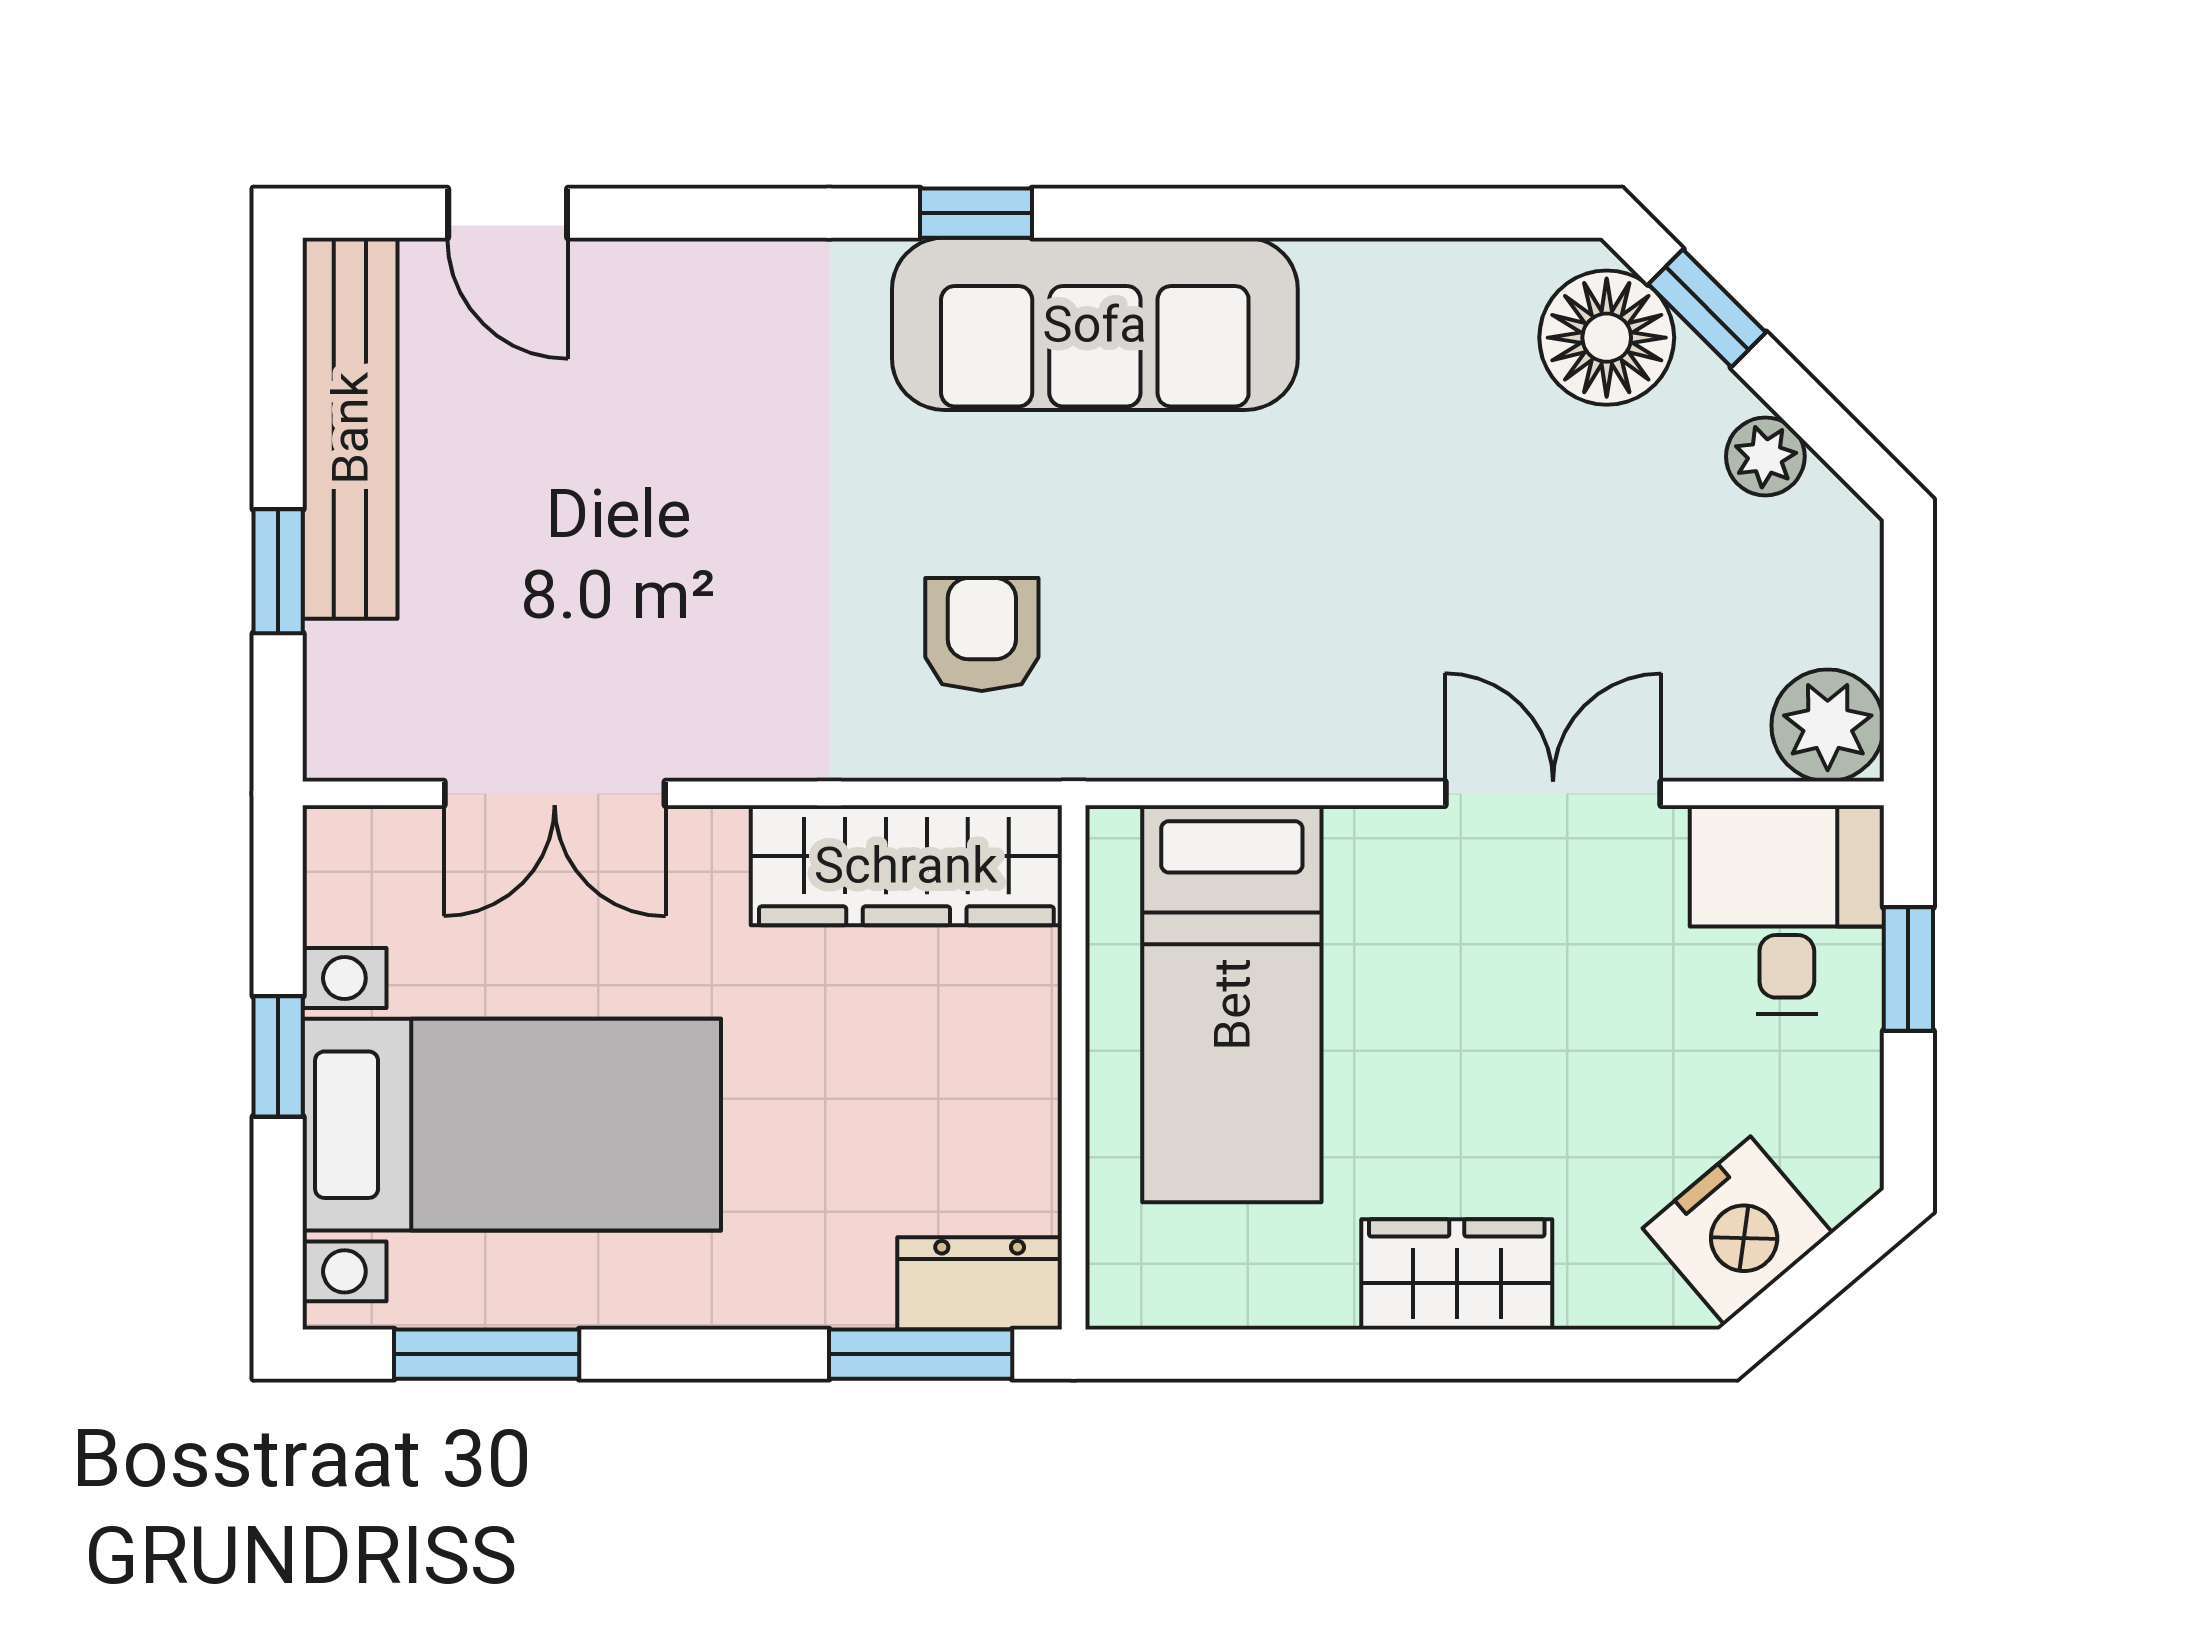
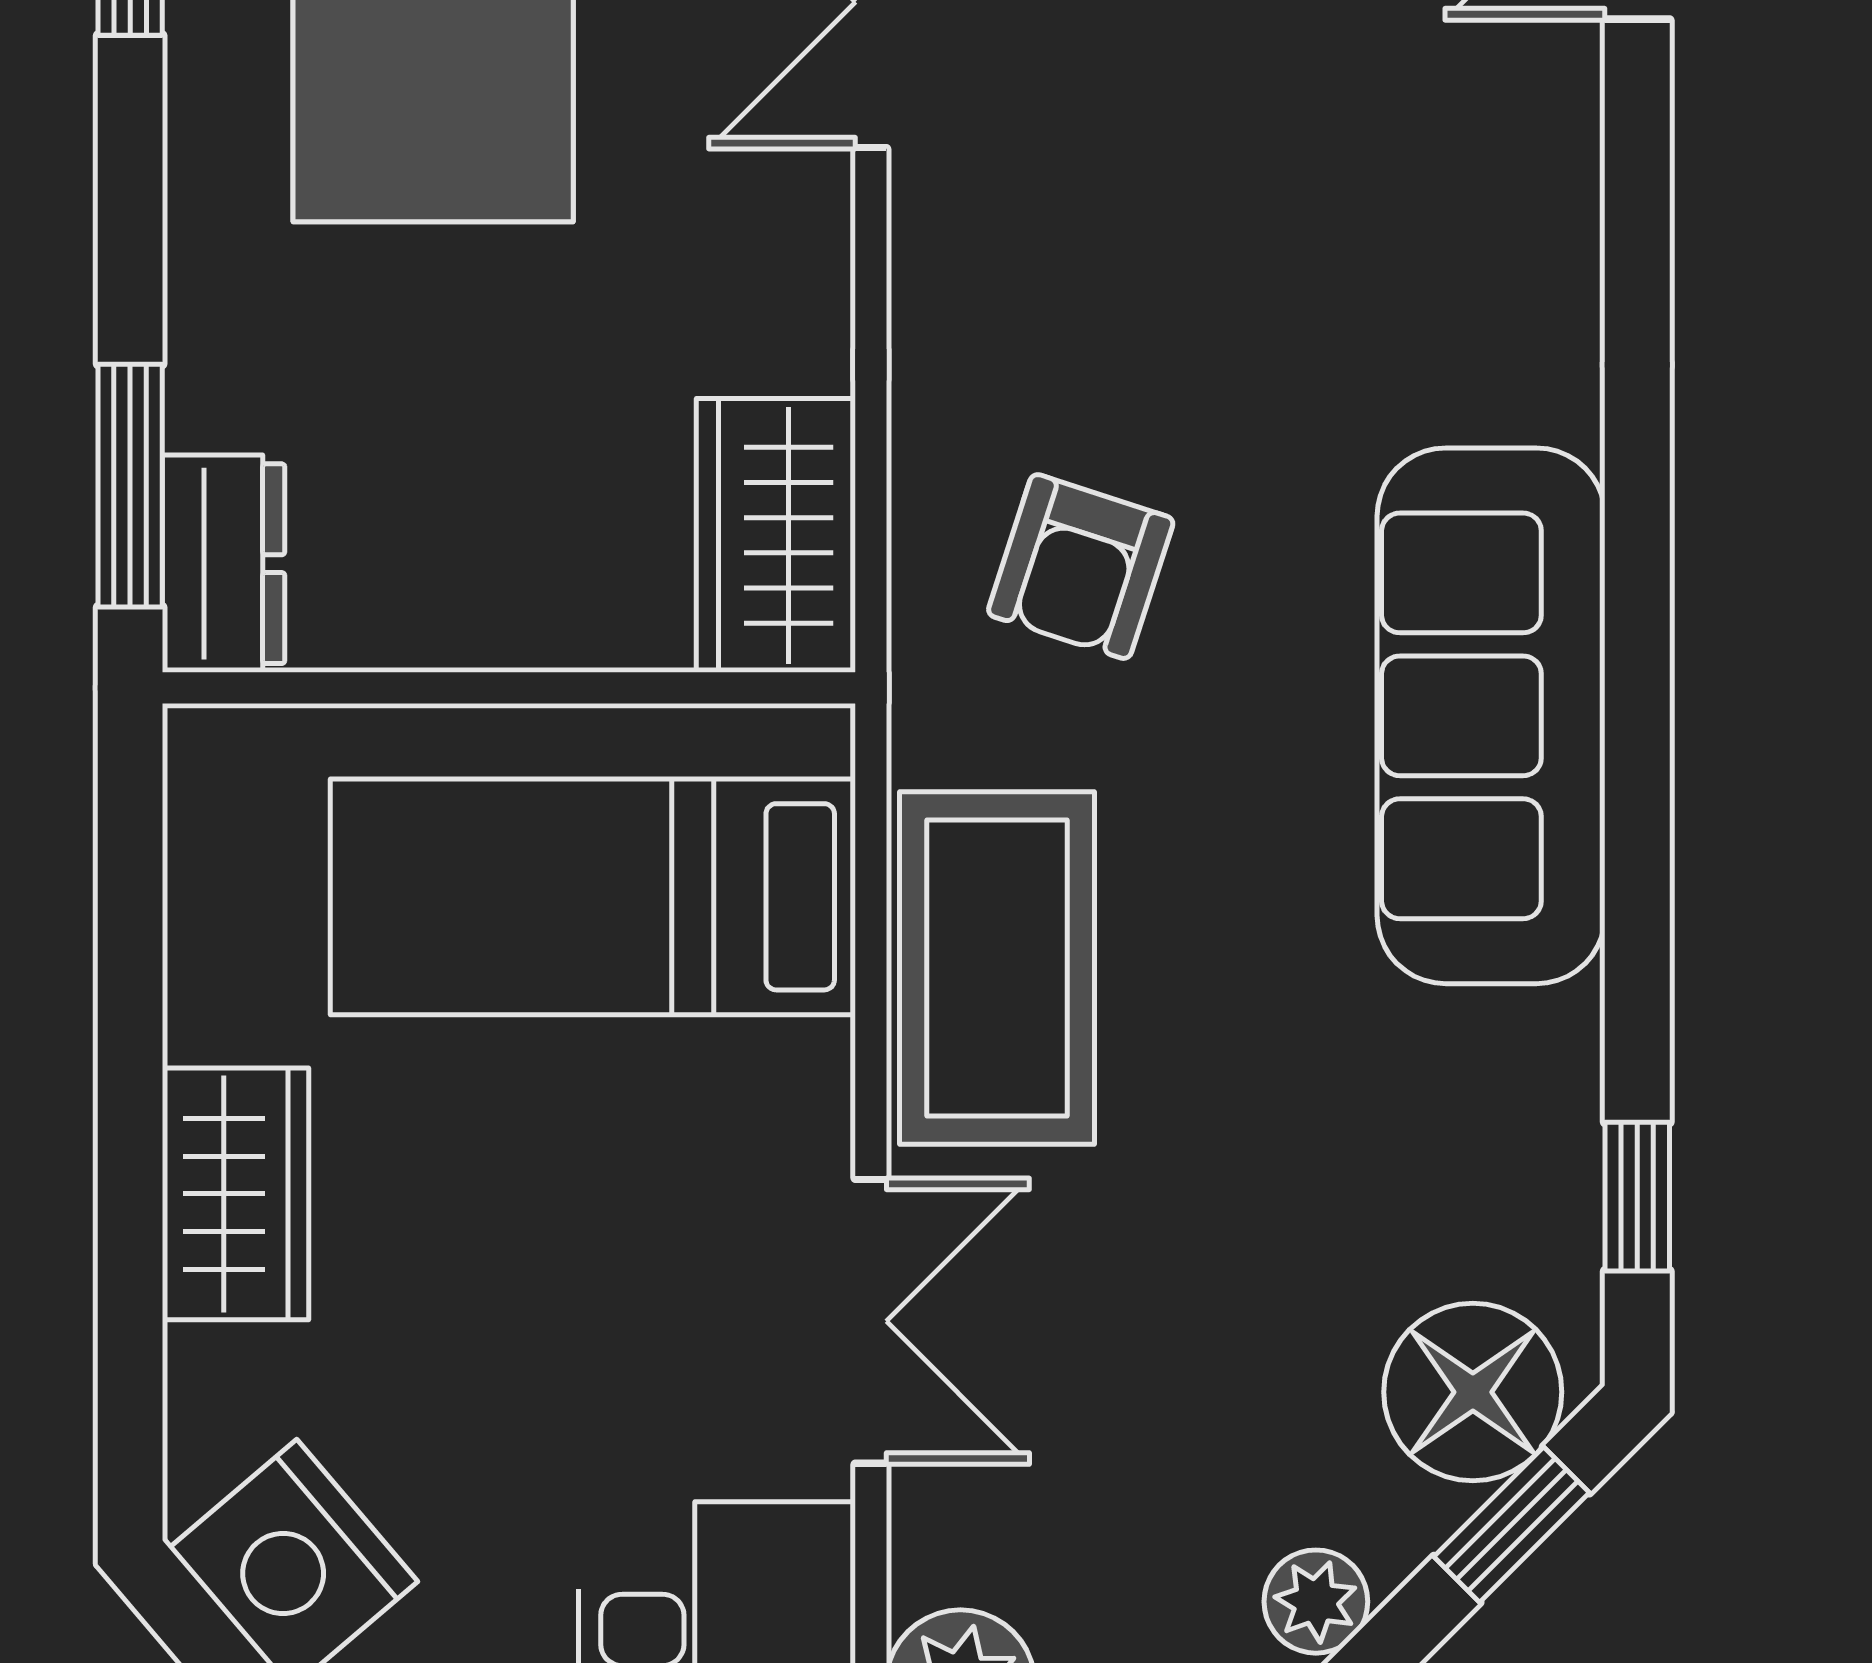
window: (976, 213) -> (1637, 1197), moved
armchair: (982, 635) -> (1081, 567), turned 108
coffee table: (1286, 698) -> (997, 968), added
wardrobe: (906, 865) -> (776, 535), width x0.67

